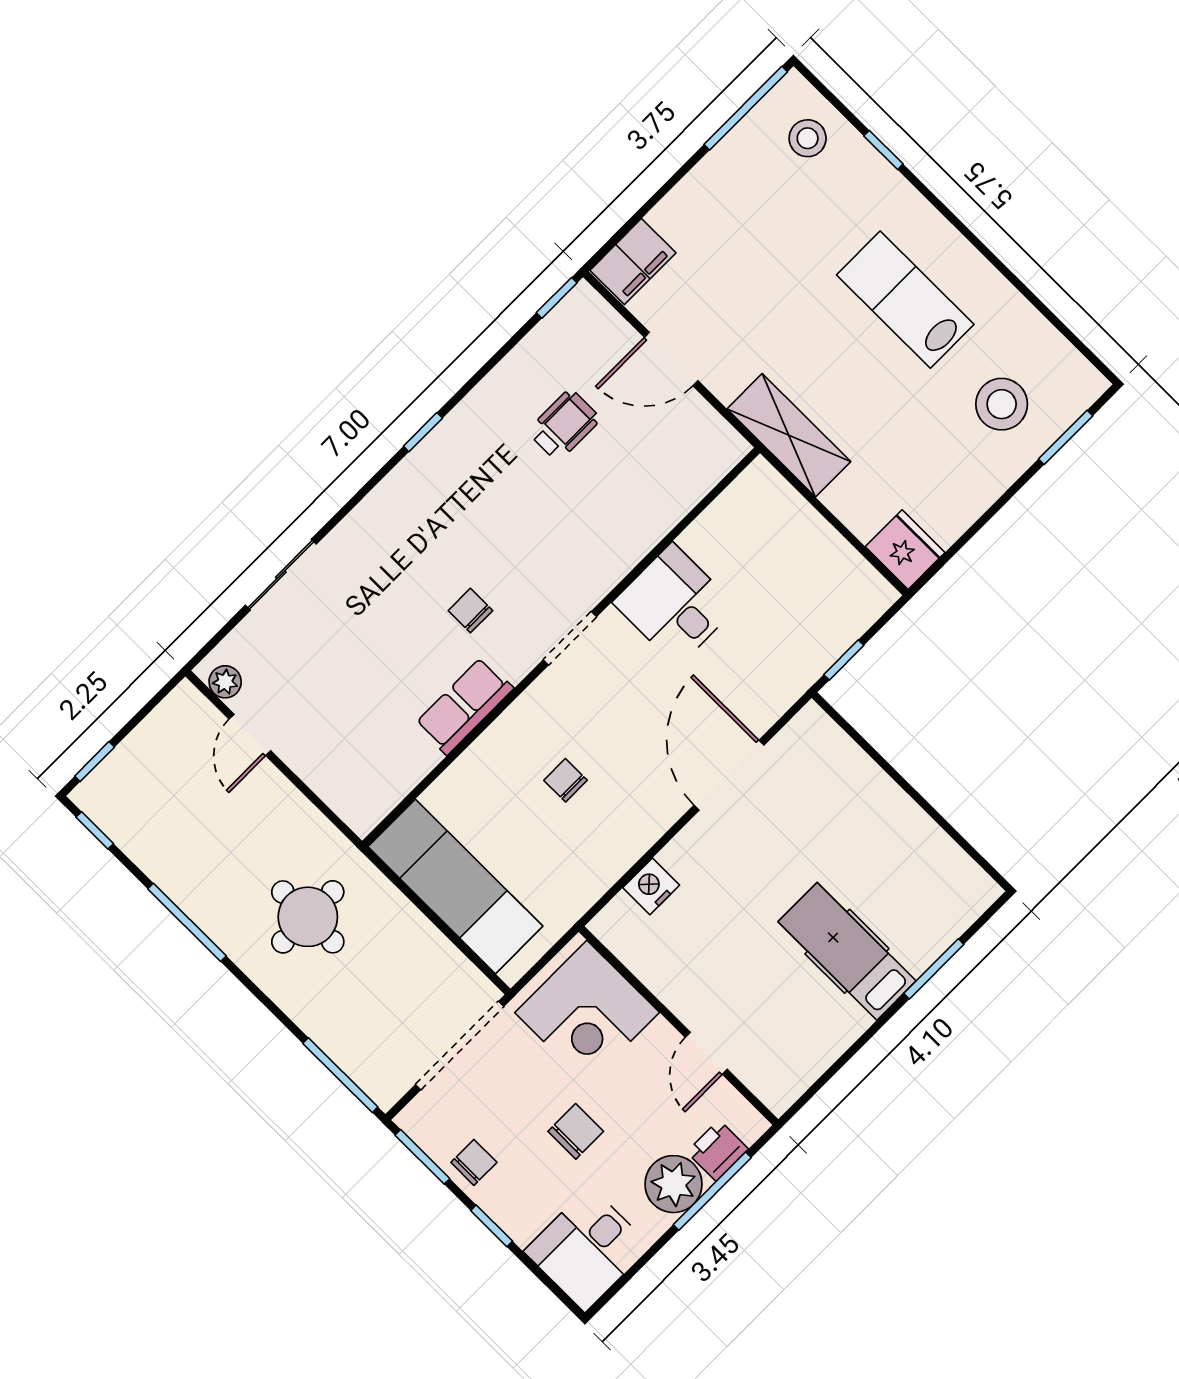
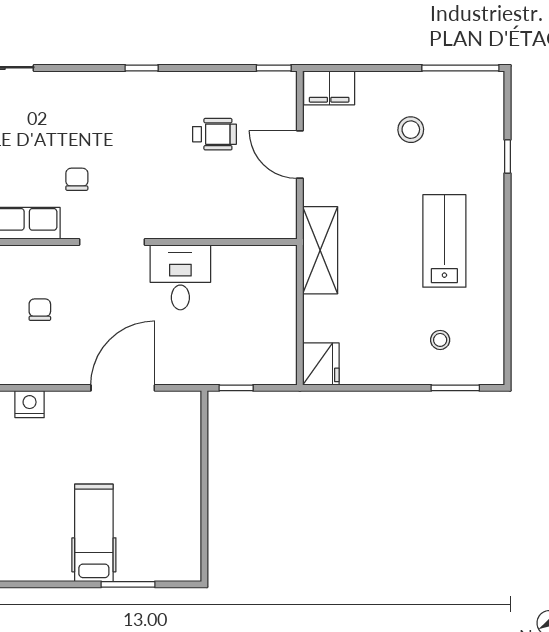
stool: (808, 138) -> (411, 130), moved
stool: (1002, 404) -> (440, 340), width x0.53, depth x0.53
doorway: (570, 638) -> (112, 242), width x1.38

